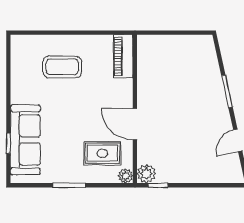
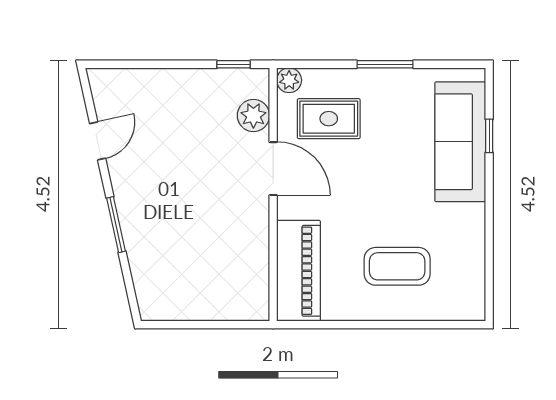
piano: (123, 56) -> (299, 271), width x1.37, depth x1.33
plant: (146, 174) -> (253, 115), moved

